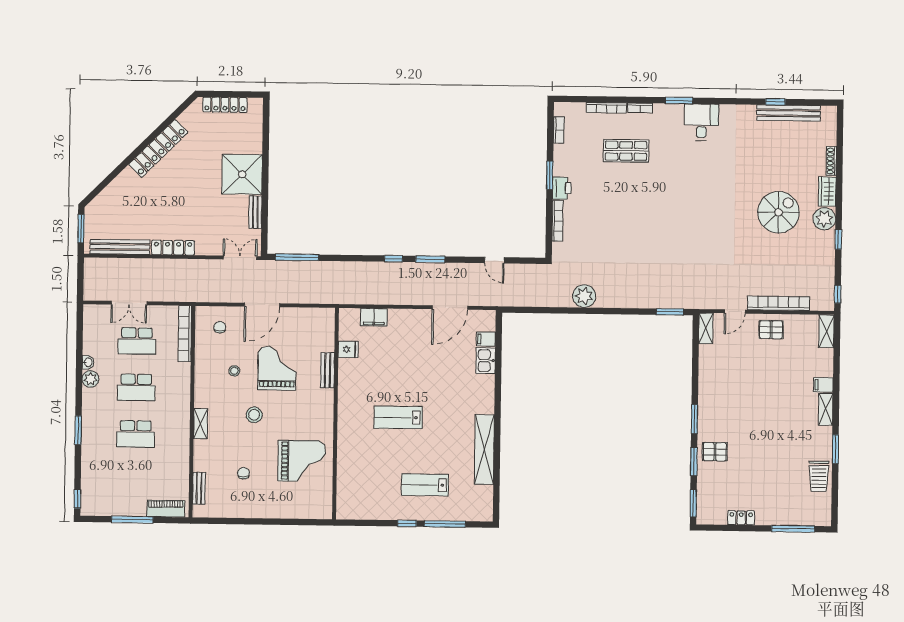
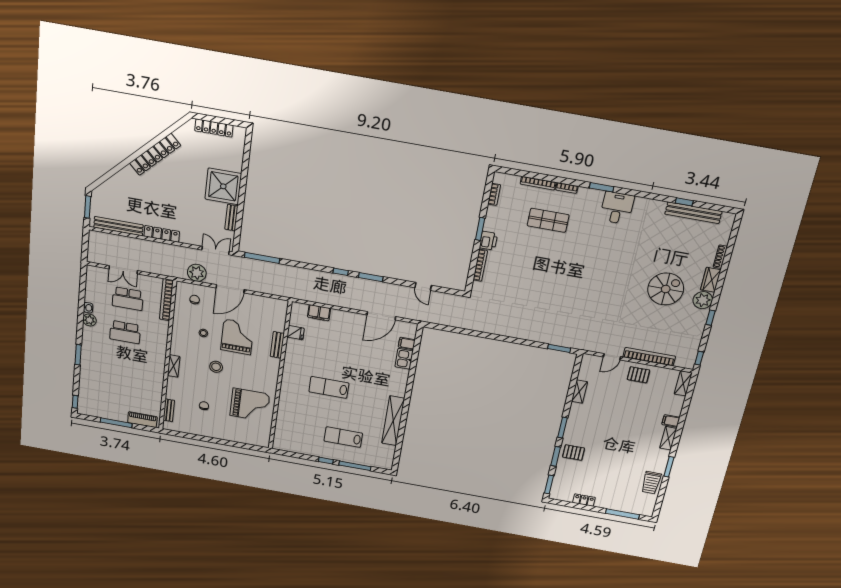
plant: (584, 296) -> (197, 273), moved
shelving: (706, 328) -> (579, 392), moved
school desk: (136, 434) -> (123, 365), removed

